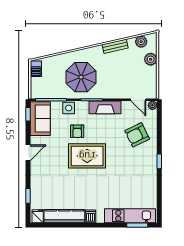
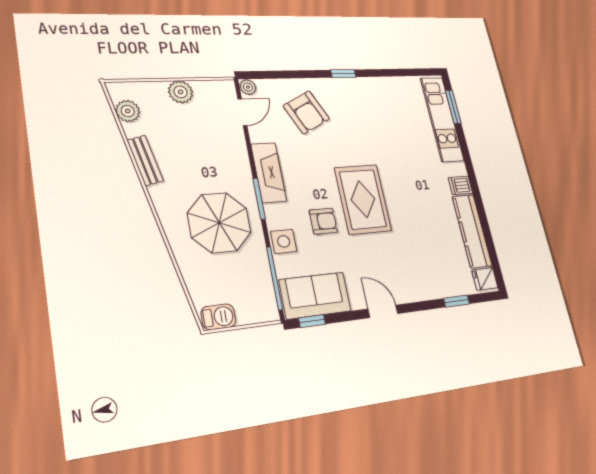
plant: (151, 59) -> (181, 92), moved

